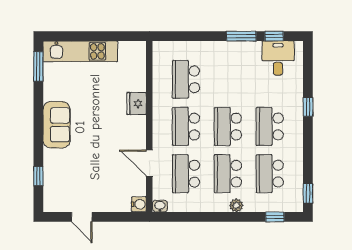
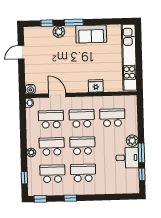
plant: (222, 50) -> (132, 141), added
kitchen unit: (80, 51) -> (129, 57), width x1.36
desk: (278, 58) -> (127, 158), moved
window: (38, 67) -> (74, 23), moved
window: (308, 107) -> (70, 198), moved
sofa: (57, 125) -> (91, 34), moved
plant: (52, 158) -> (59, 32), added
door: (149, 163) -> (57, 95), hinge flipped

